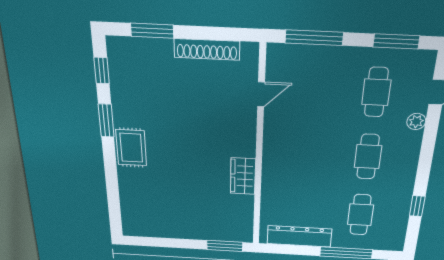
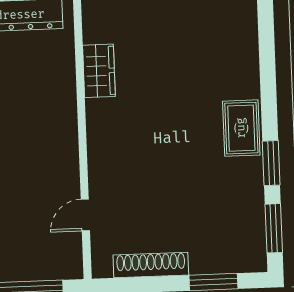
window: (102, 71) -> (274, 228), width x1.50
wardrobe: (243, 176) -> (99, 71), moved

